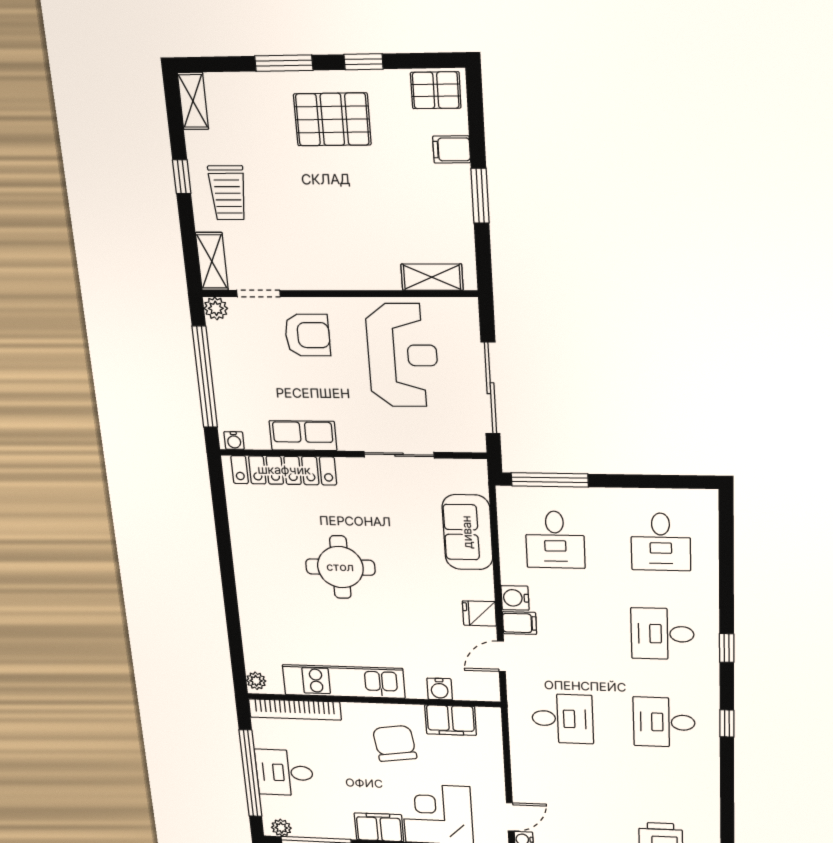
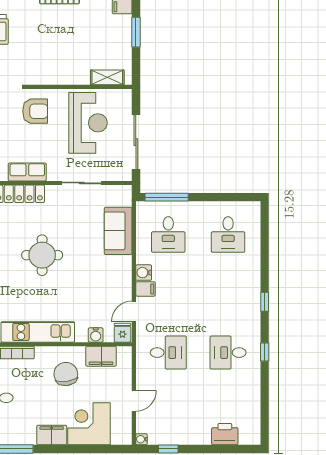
fridge: (479, 613) -> (122, 333), moved, turned 90
desk: (662, 634) -> (228, 294), removed
door: (510, 817) -> (134, 401), moved

